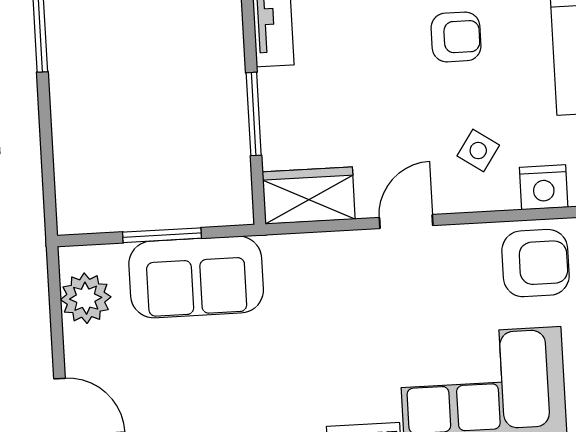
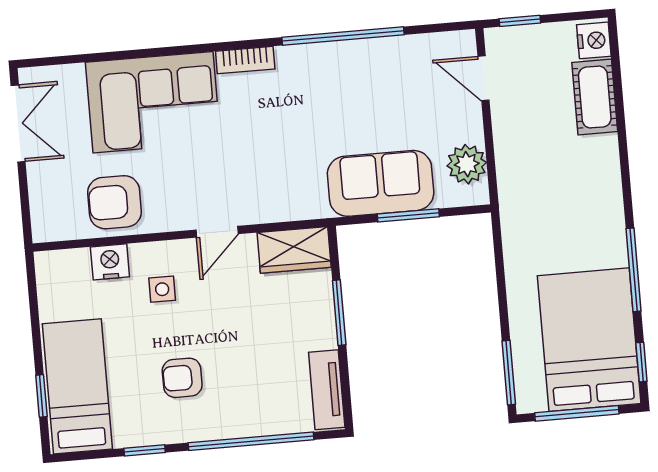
side table: (478, 151) -> (162, 289), turned -34

